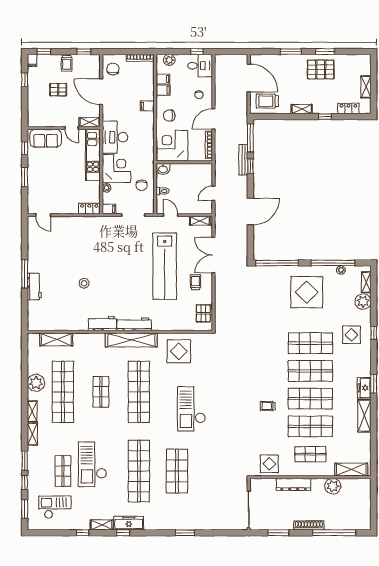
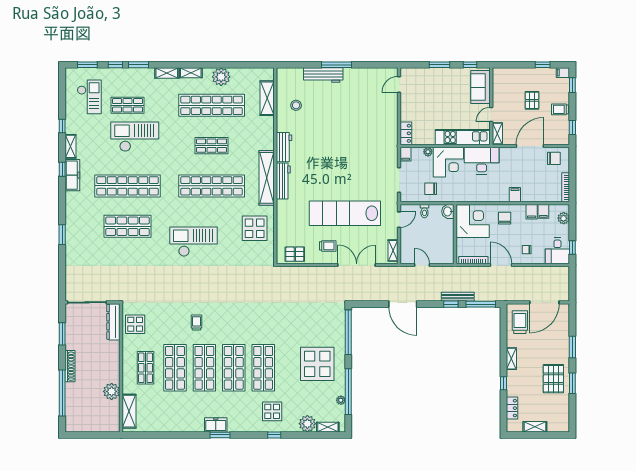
stool: (84, 283) -> (296, 105), moved
workbench: (34, 286) -> (323, 75), width x1.38
shelving: (364, 416) -> (186, 425), removed
dresser: (294, 484) -> (113, 322), moved

